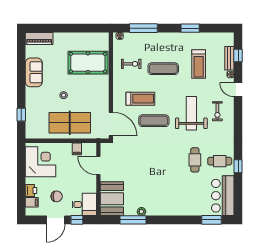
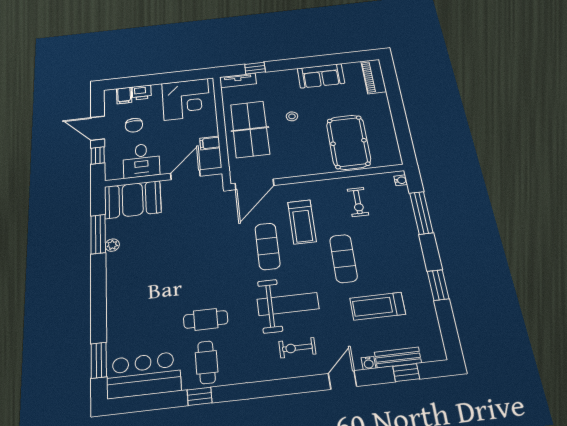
exercise mat: (163, 69) -> (343, 258), moved
tv unit: (30, 127) -> (238, 80), added
desk: (84, 204) -> (141, 160), moved

